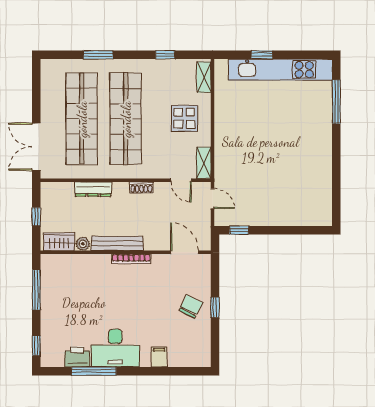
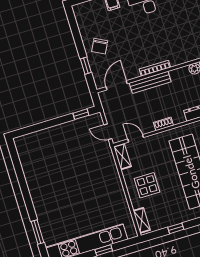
window: (336, 102) -> (37, 232), width x0.69
bench: (117, 243) -> (150, 82), moved
door: (185, 252) -> (117, 85), swing flipped
window: (215, 307) -> (86, 66), moved

